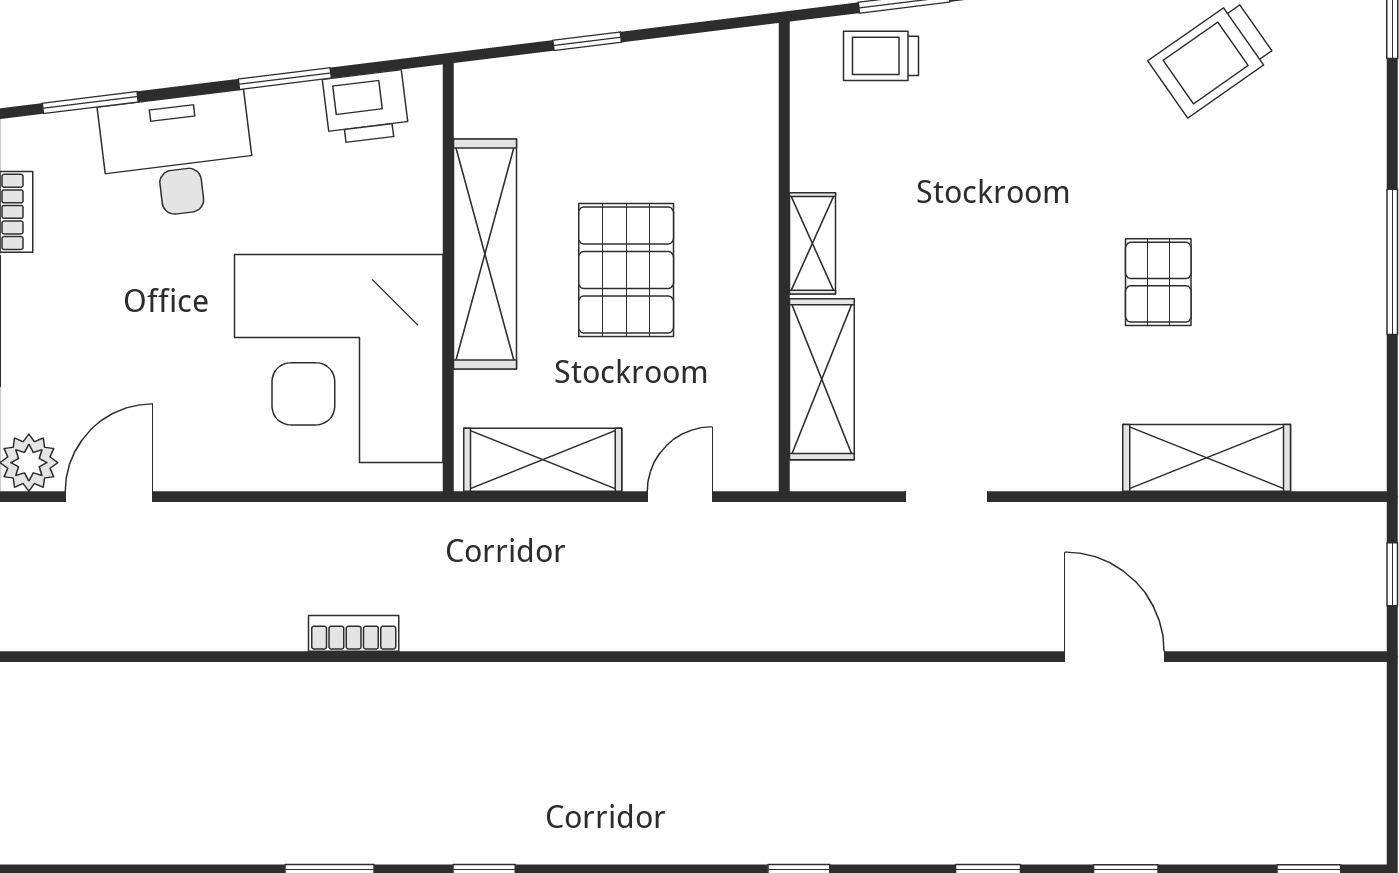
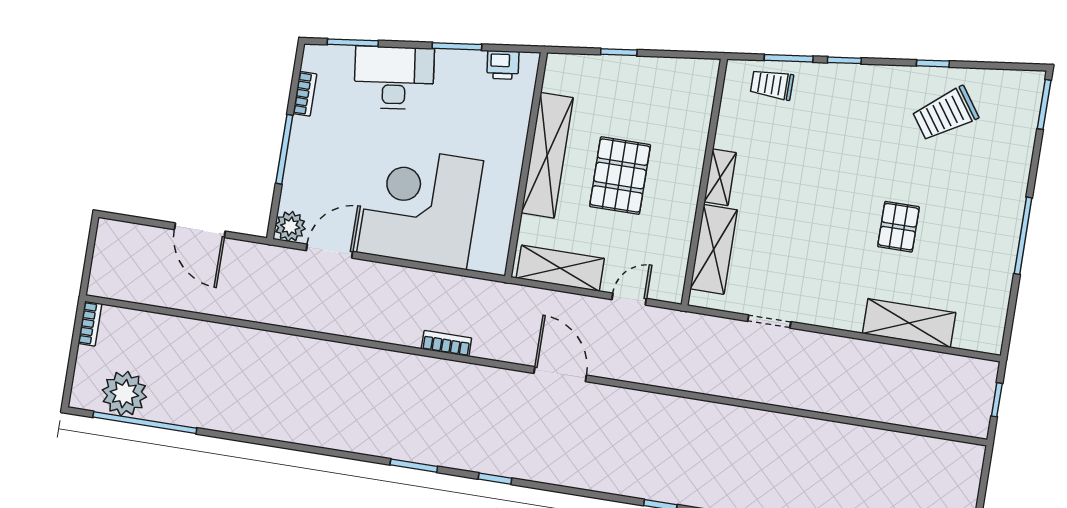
printer: (366, 107) -> (503, 65), width x0.73, depth x0.81
corner desk: (339, 358) -> (420, 207), moved, turned 90
door: (1115, 657) -> (560, 374), moved

